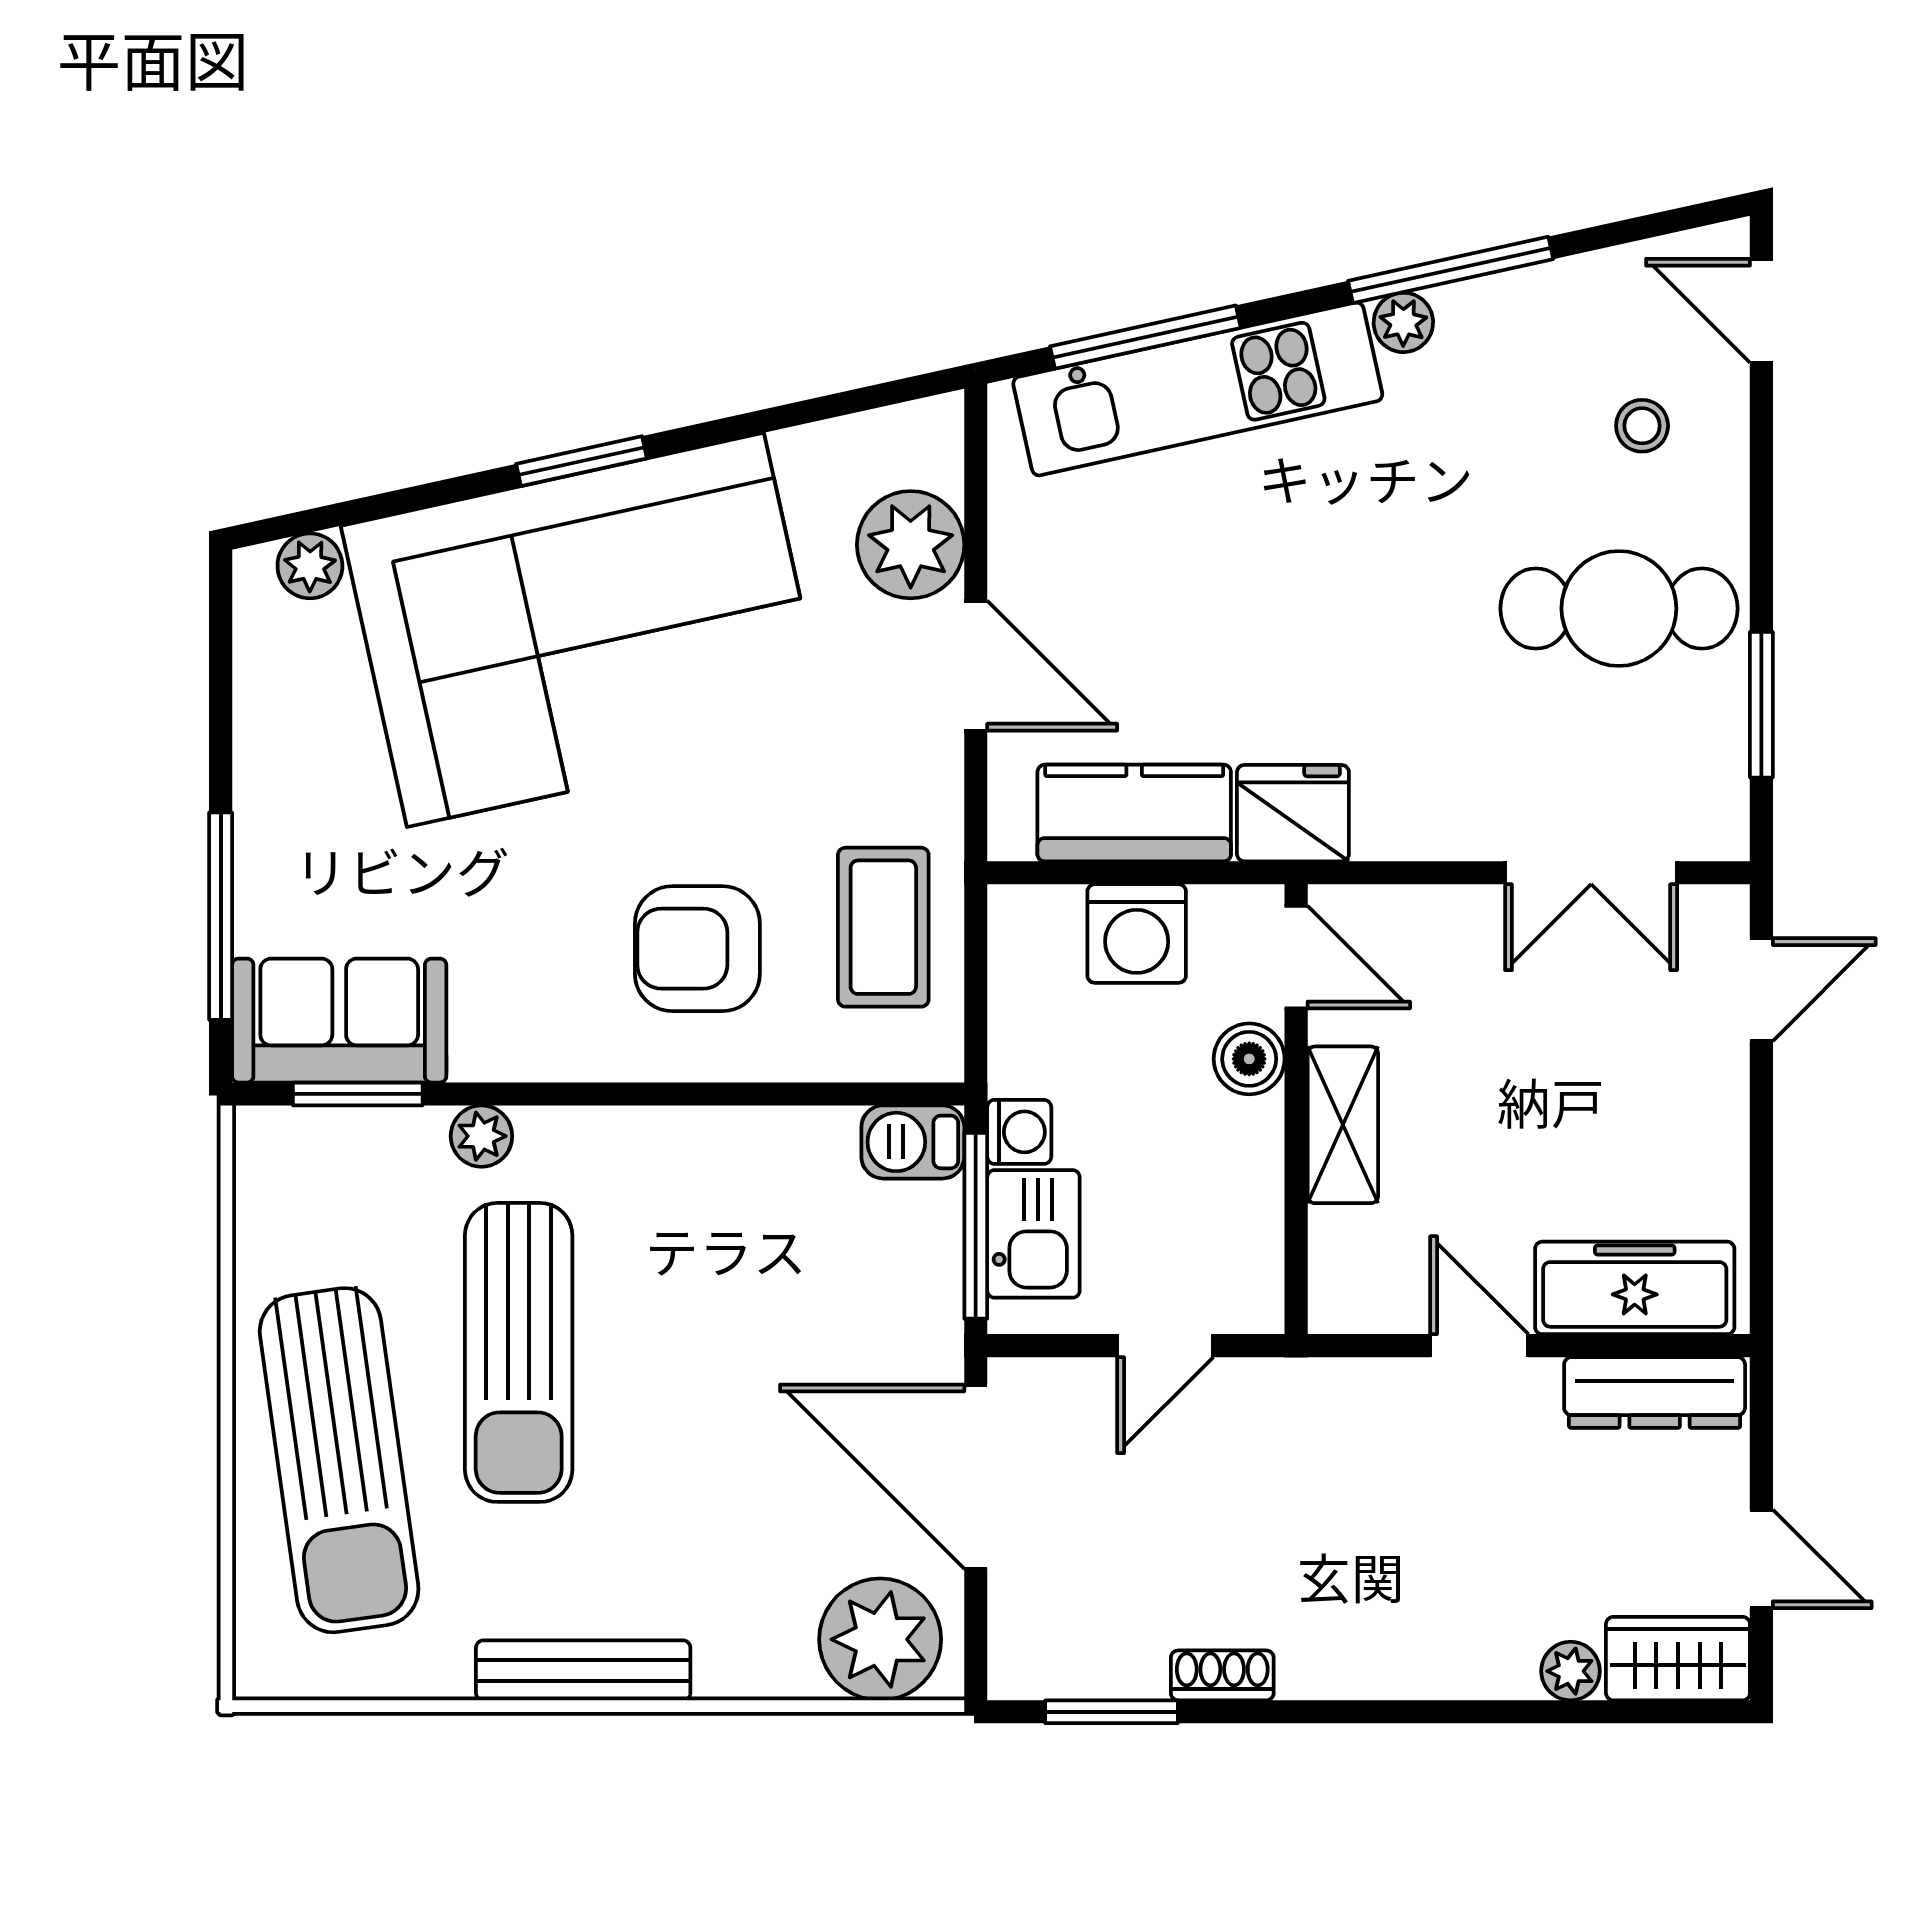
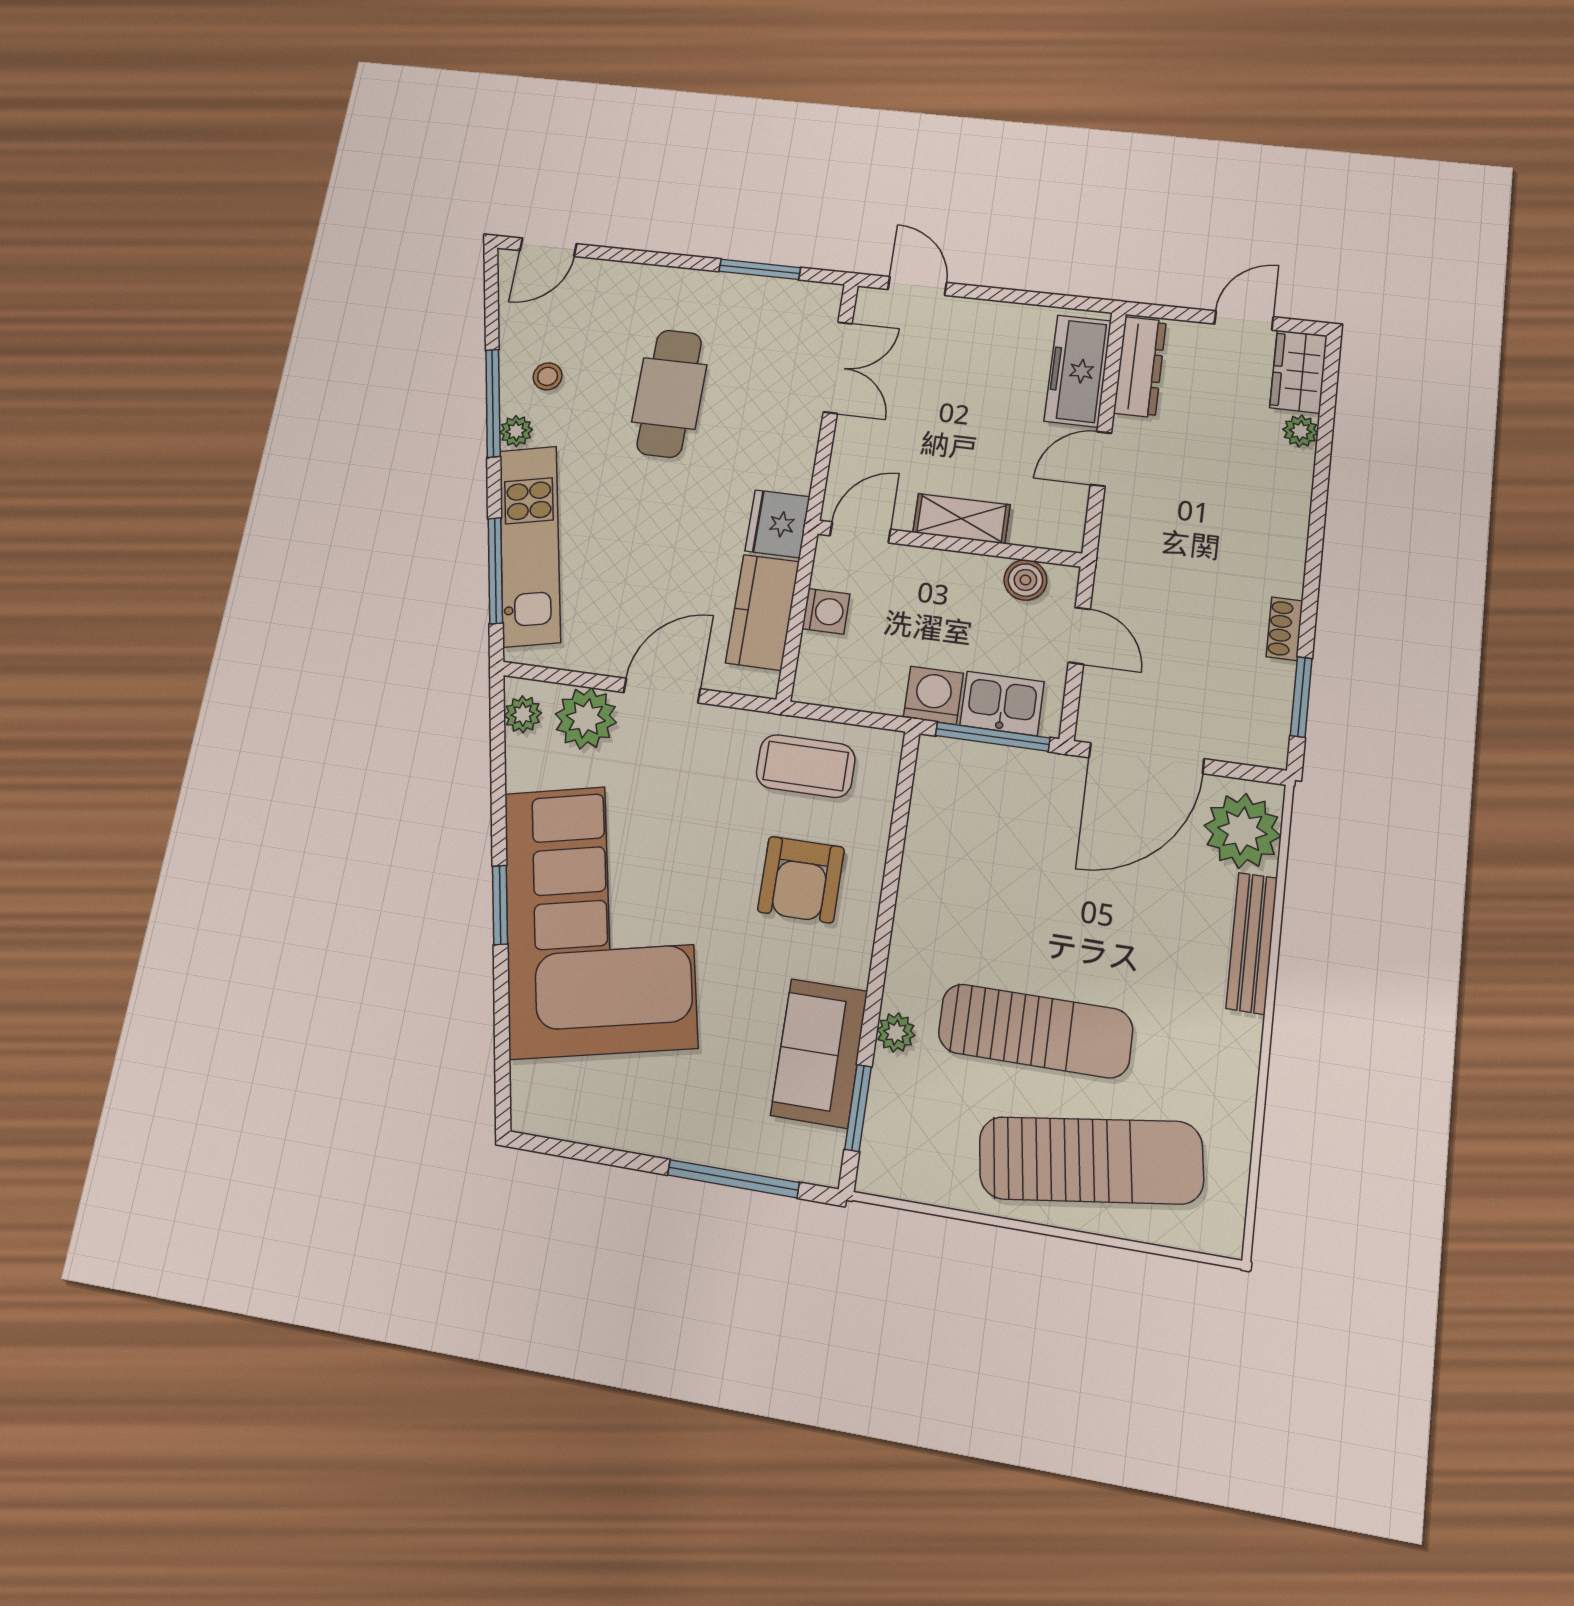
stool: (1642, 426) -> (548, 376), moved
plant: (310, 566) -> (523, 714), moved
cafe table: (1619, 608) -> (669, 393), moved
washing machine: (1137, 934) -> (826, 611), width x0.73, depth x0.73
sofa: (339, 1021) -> (819, 1053), moved
boiler: (1249, 1059) -> (1025, 580), moved
washing machine: (1019, 1132) -> (933, 695), width x1.38, depth x1.38
barbecue: (913, 1142) -> (937, 767), removed
bench: (583, 1670) -> (1252, 943), moved

